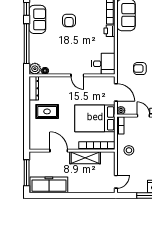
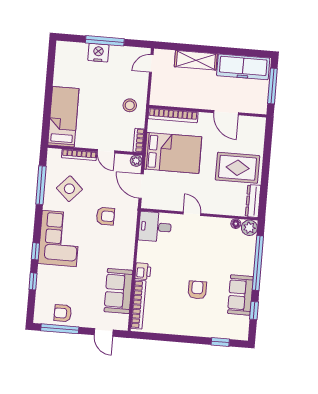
rug: (47, 111) -> (238, 168), width x1.36, depth x1.43
shelving: (85, 158) -> (196, 60), moved

